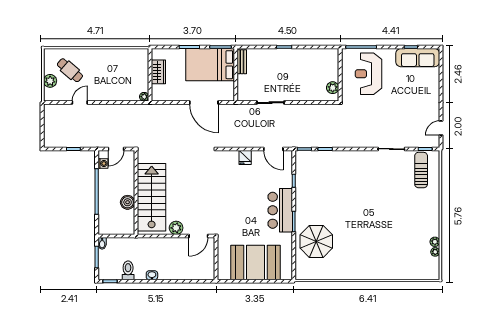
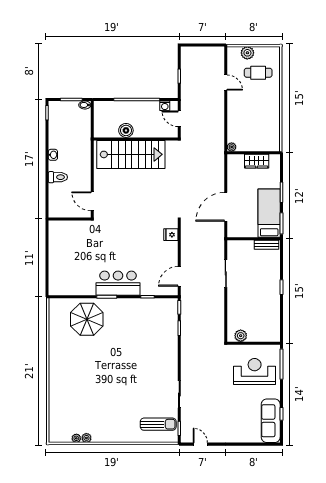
bed: (210, 65) -> (269, 213), width x0.67
cafe table: (70, 70) -> (258, 73), turned 49
fridge: (245, 157) -> (171, 235), moved
plant: (176, 228) -> (100, 179), removed
booth: (255, 262) -> (66, 258), removed
toilet: (128, 270) -> (58, 177), moved

